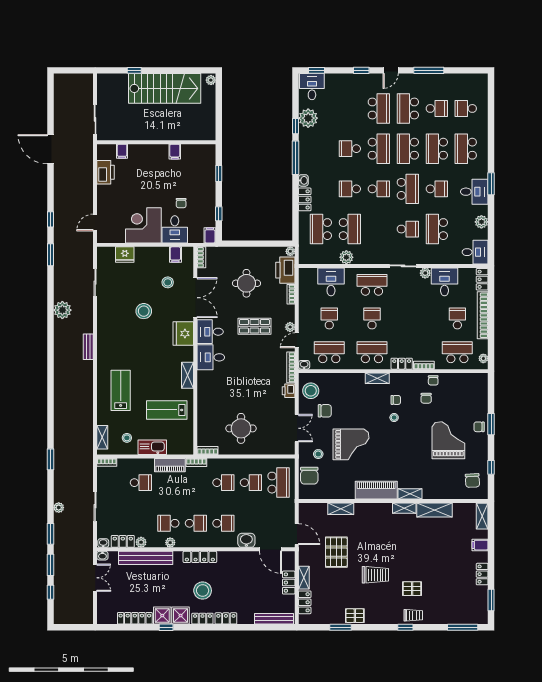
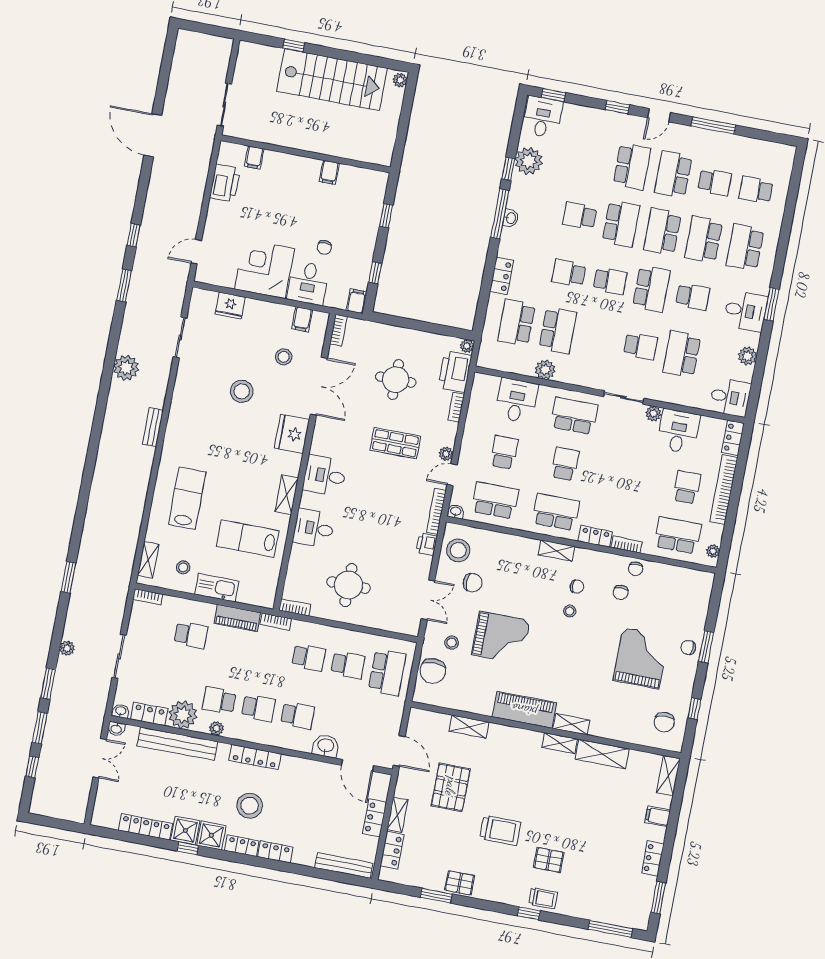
washbasin: (303, 180) -> (511, 218), moved
desk: (210, 332) -> (314, 528), moved
plant: (141, 542) -> (183, 715), width x1.87, depth x1.87

